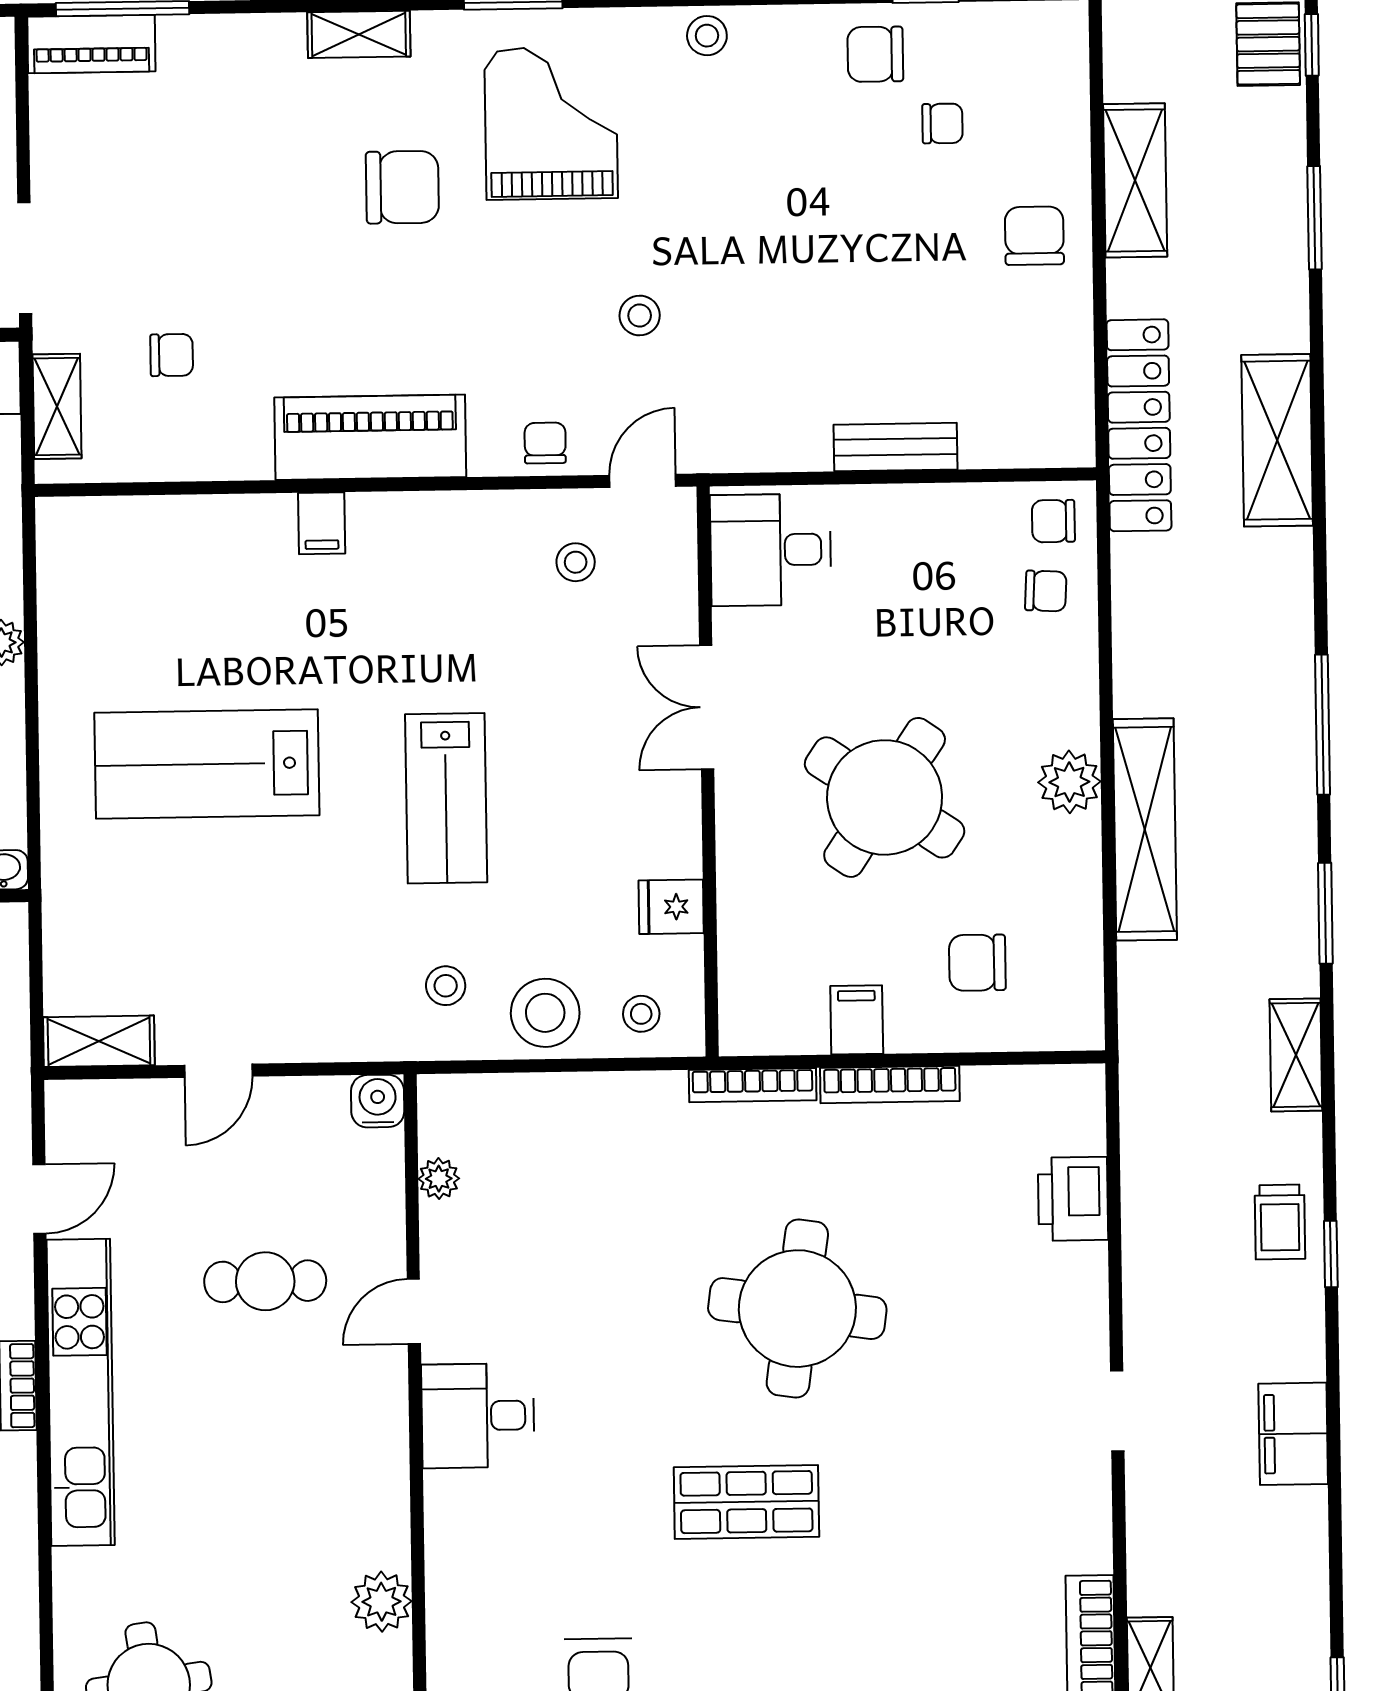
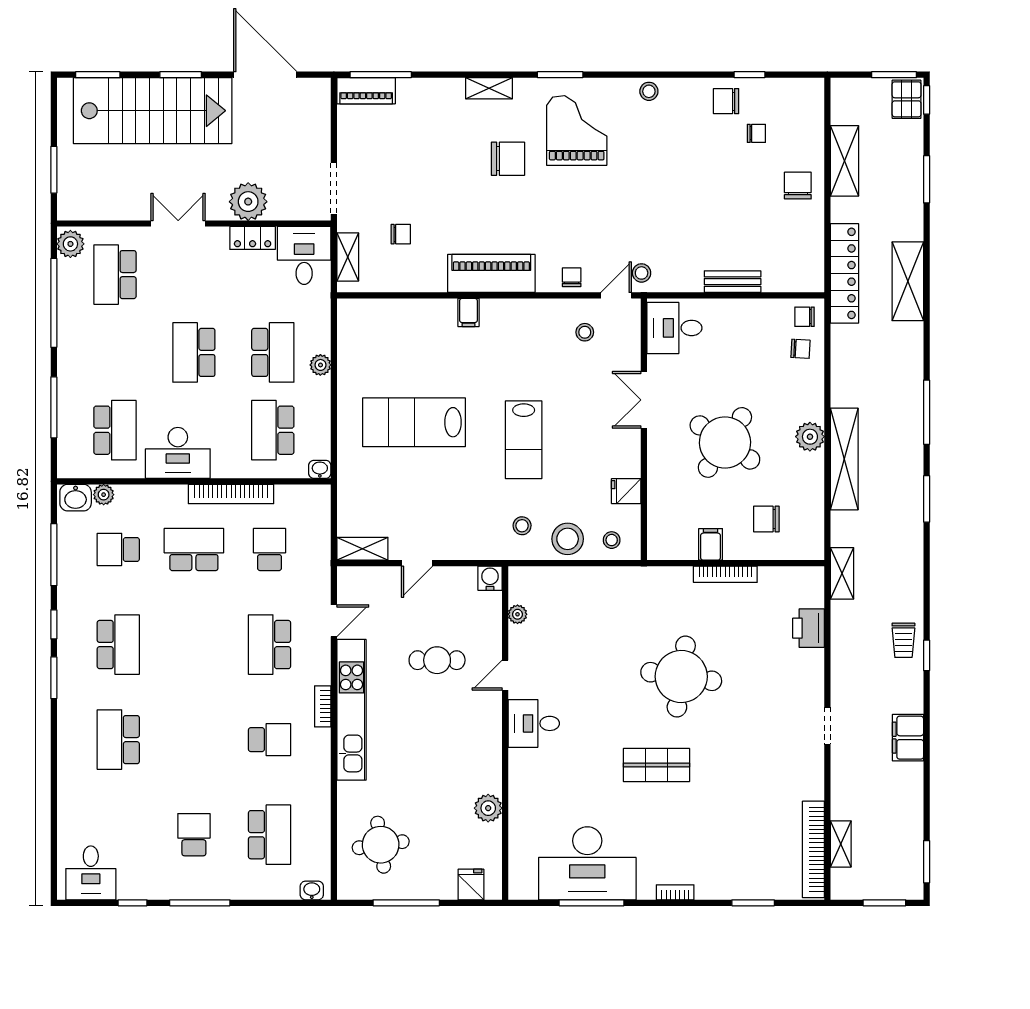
stool: (640, 316) -> (642, 273), moved
shelving: (1296, 1055) -> (842, 573), moved
bookcase: (753, 1085) -> (662, 574), removed

